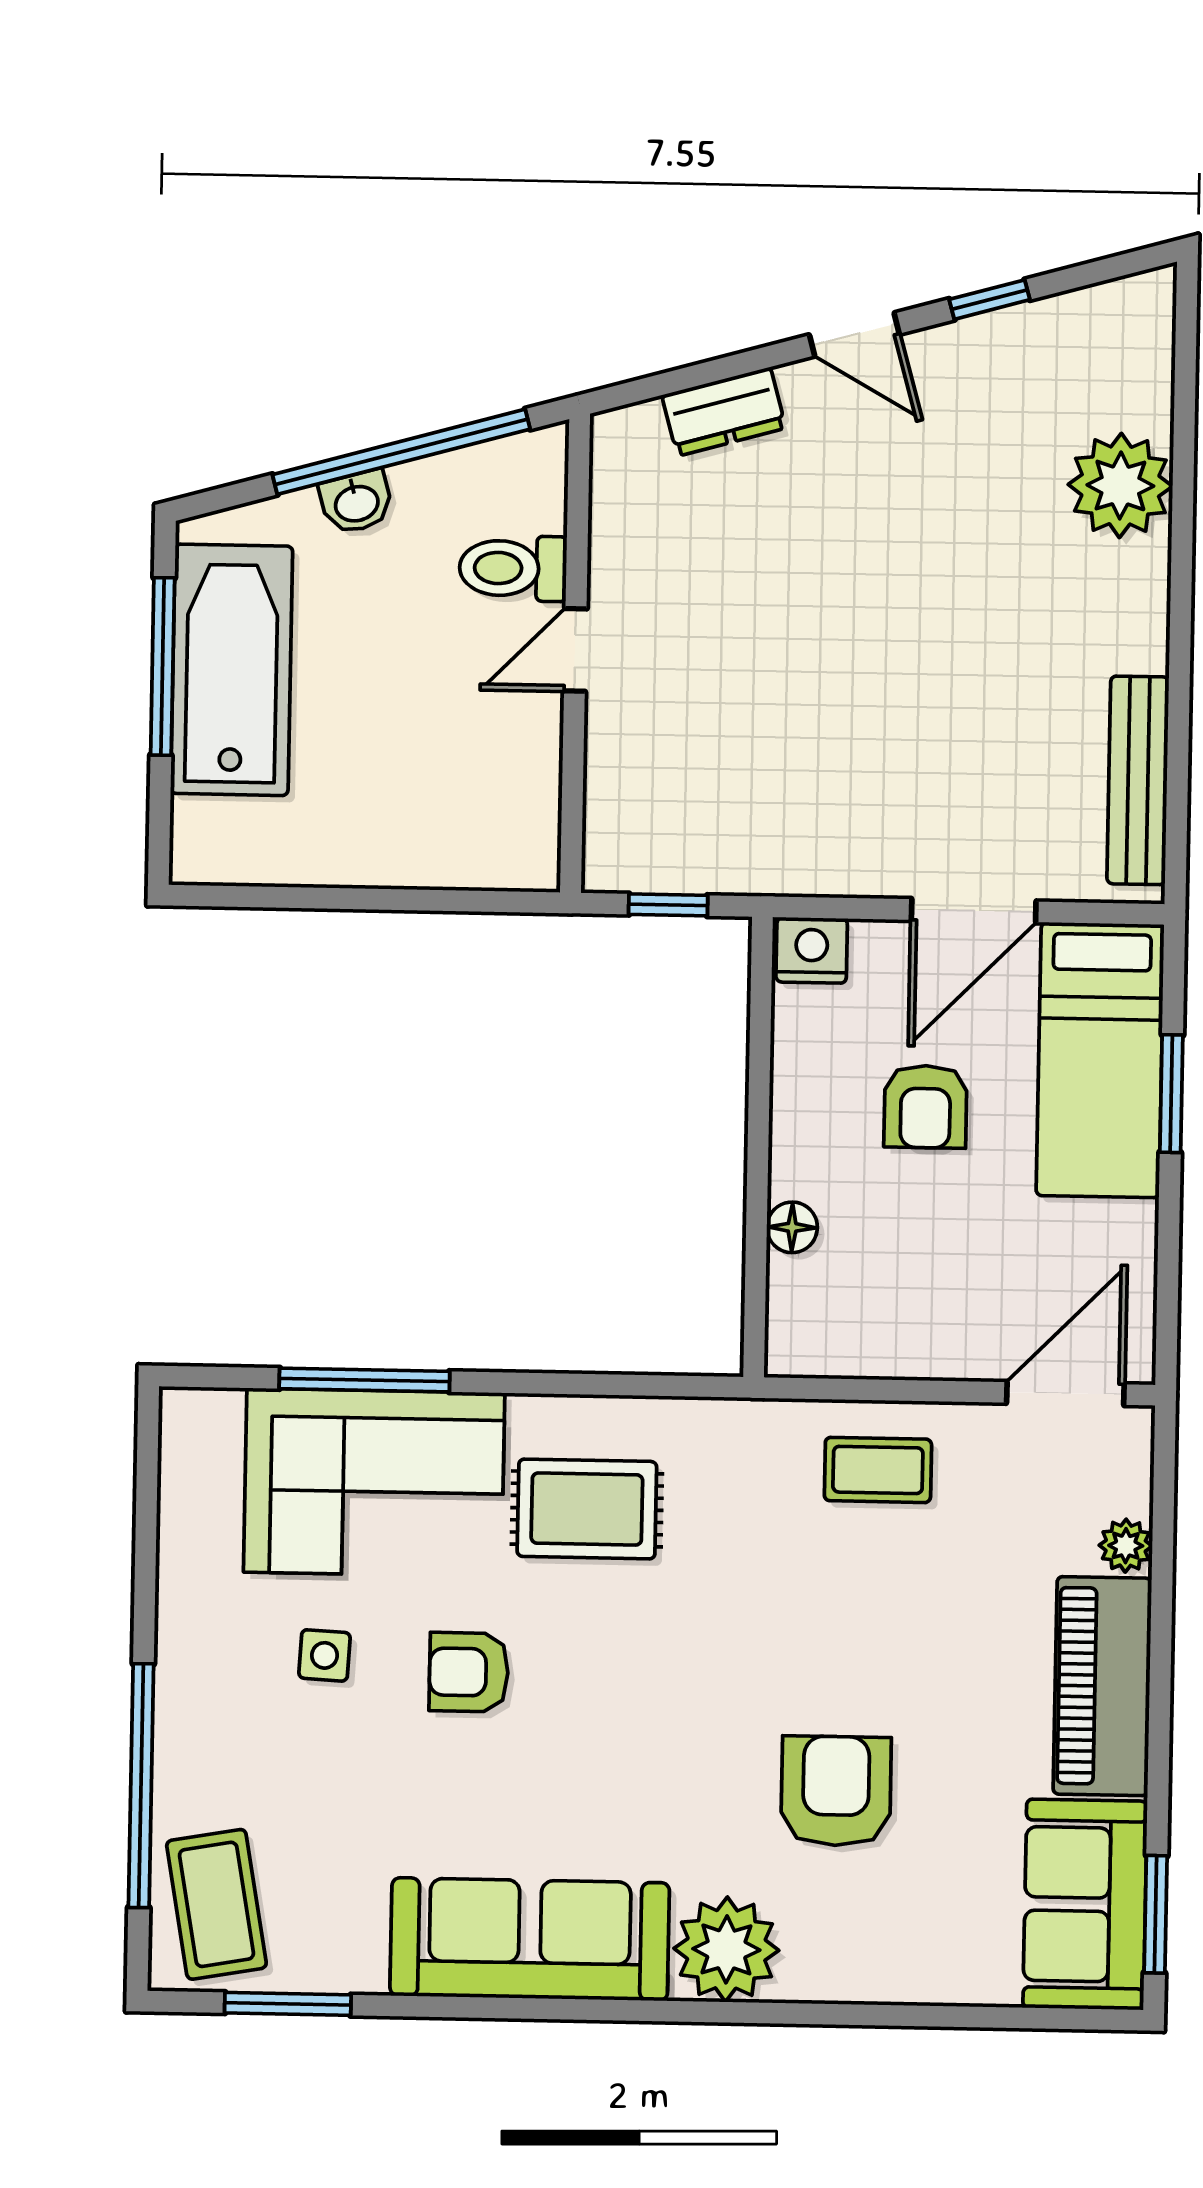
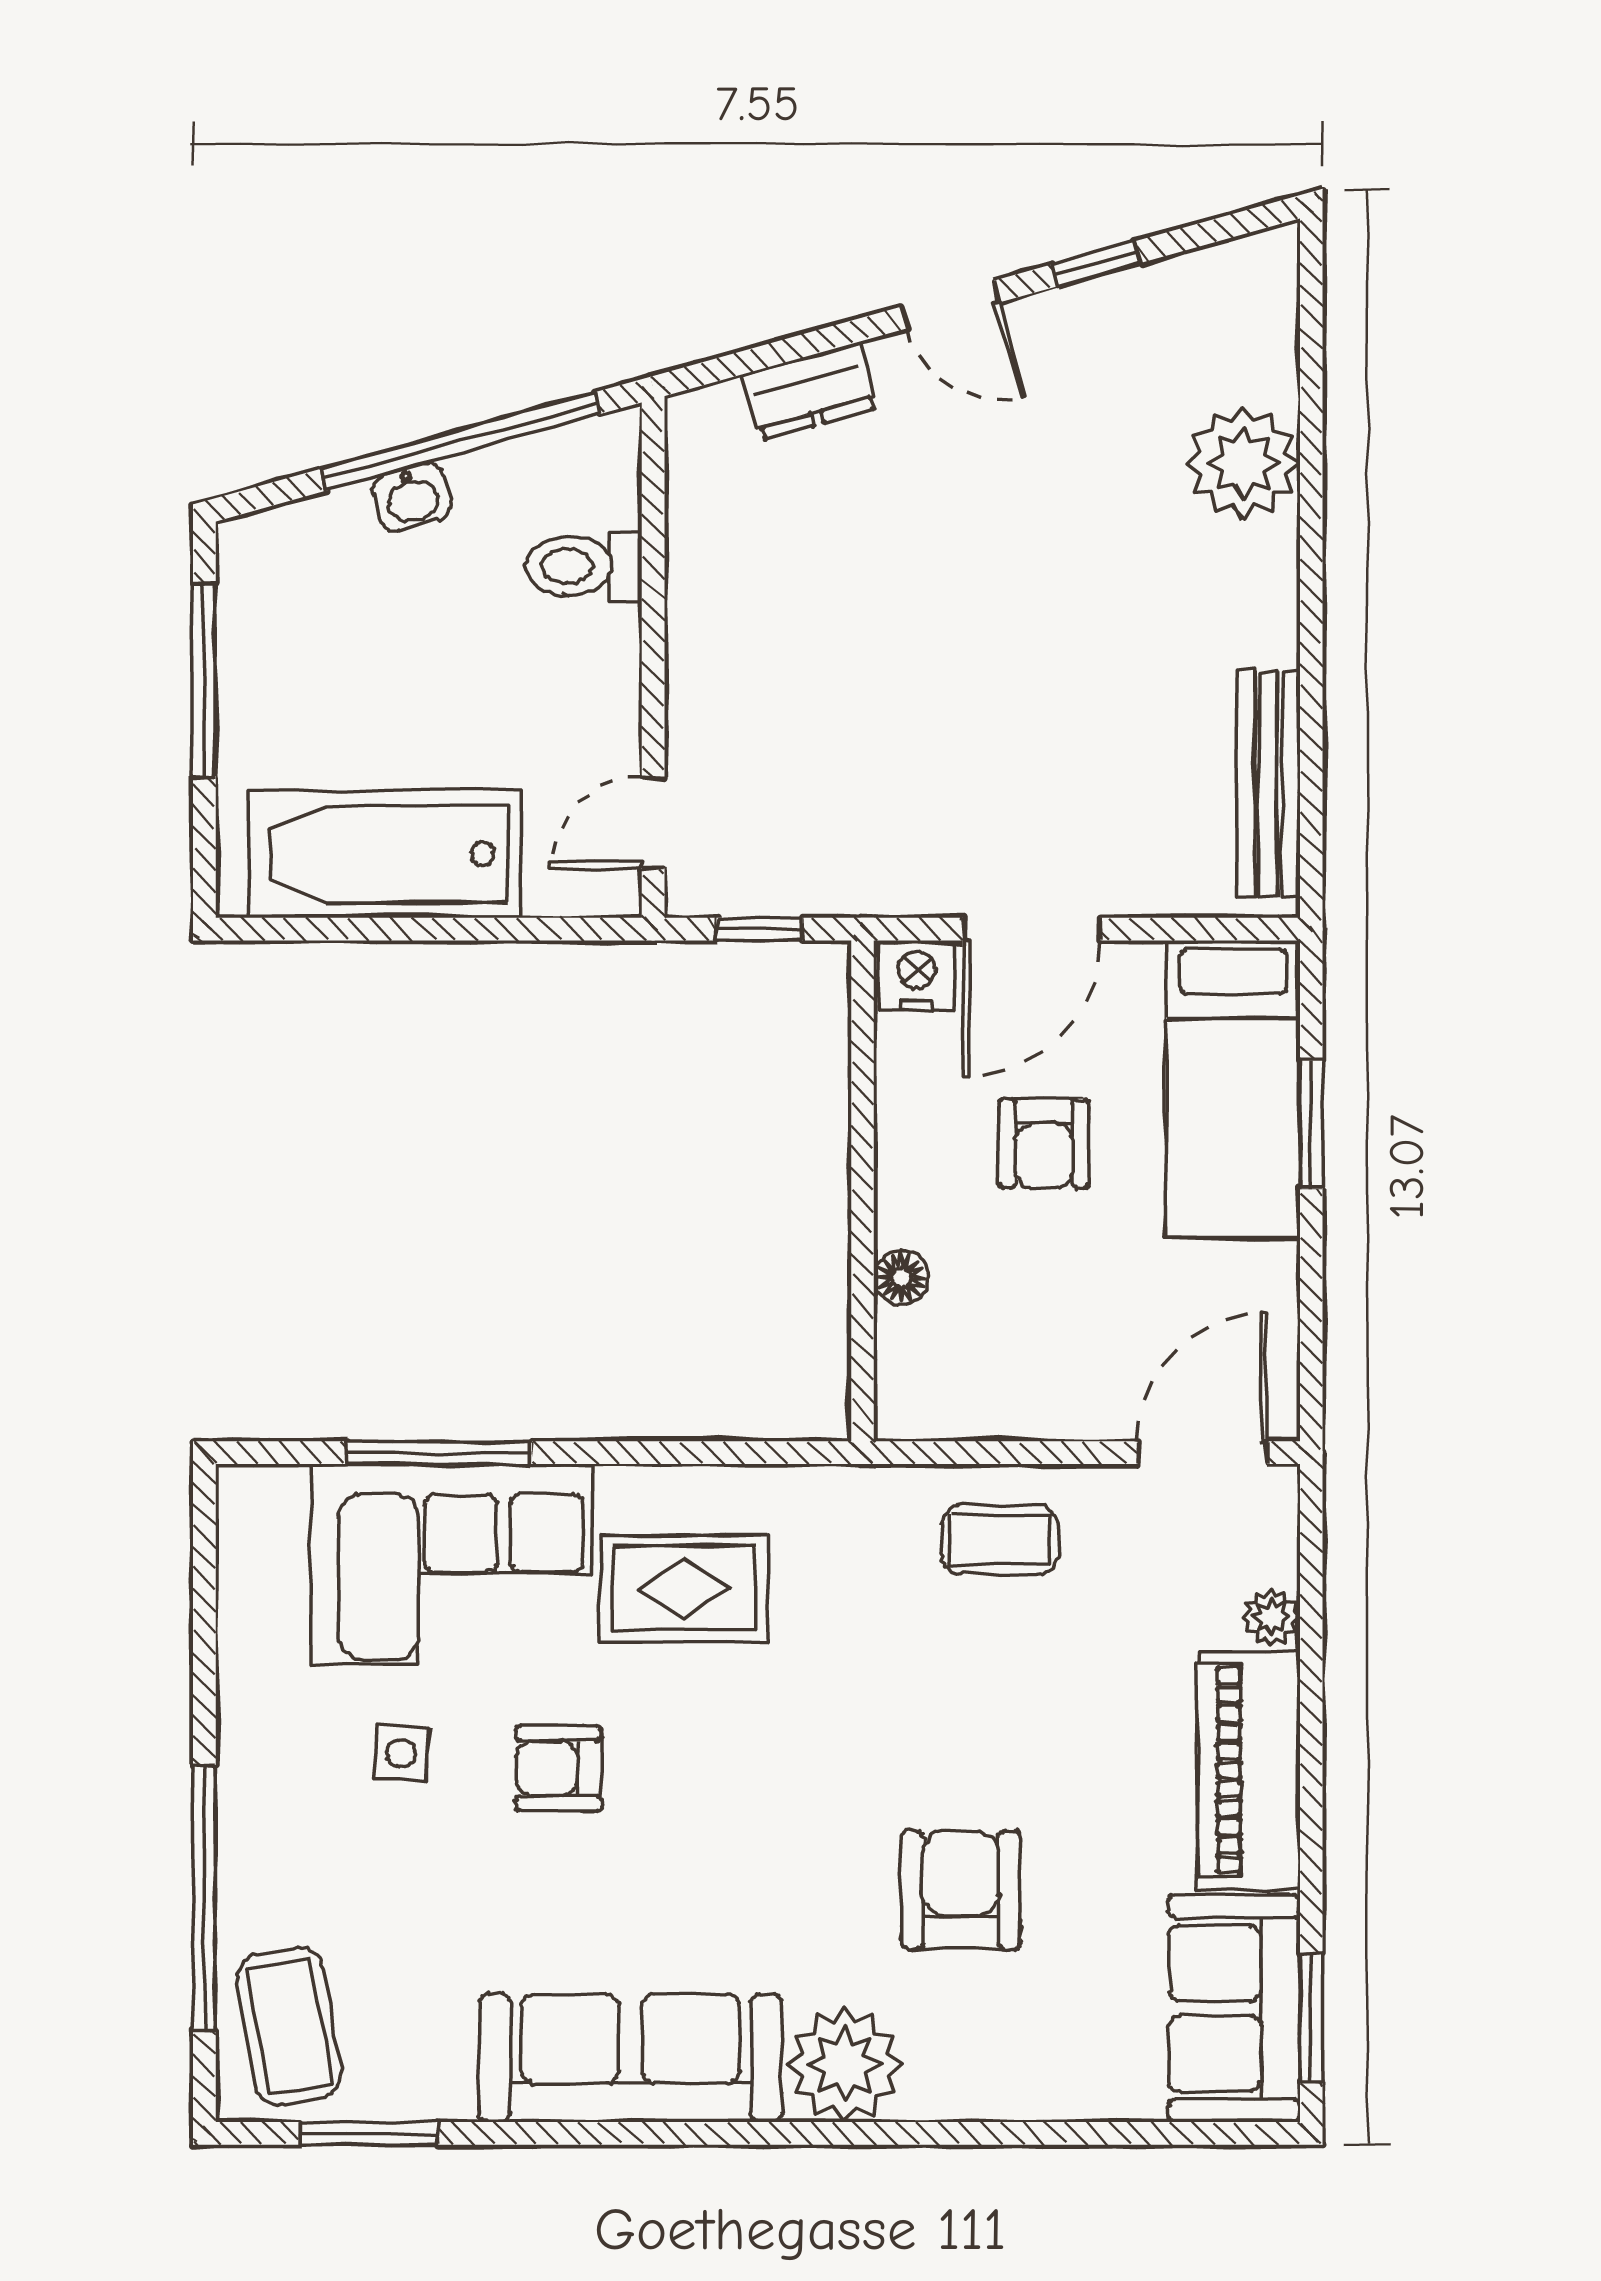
door: (575, 650) -> (653, 823), moved
bathtub: (232, 670) -> (385, 854), moved, turned -90
door: (974, 911) -> (1032, 929), moved

